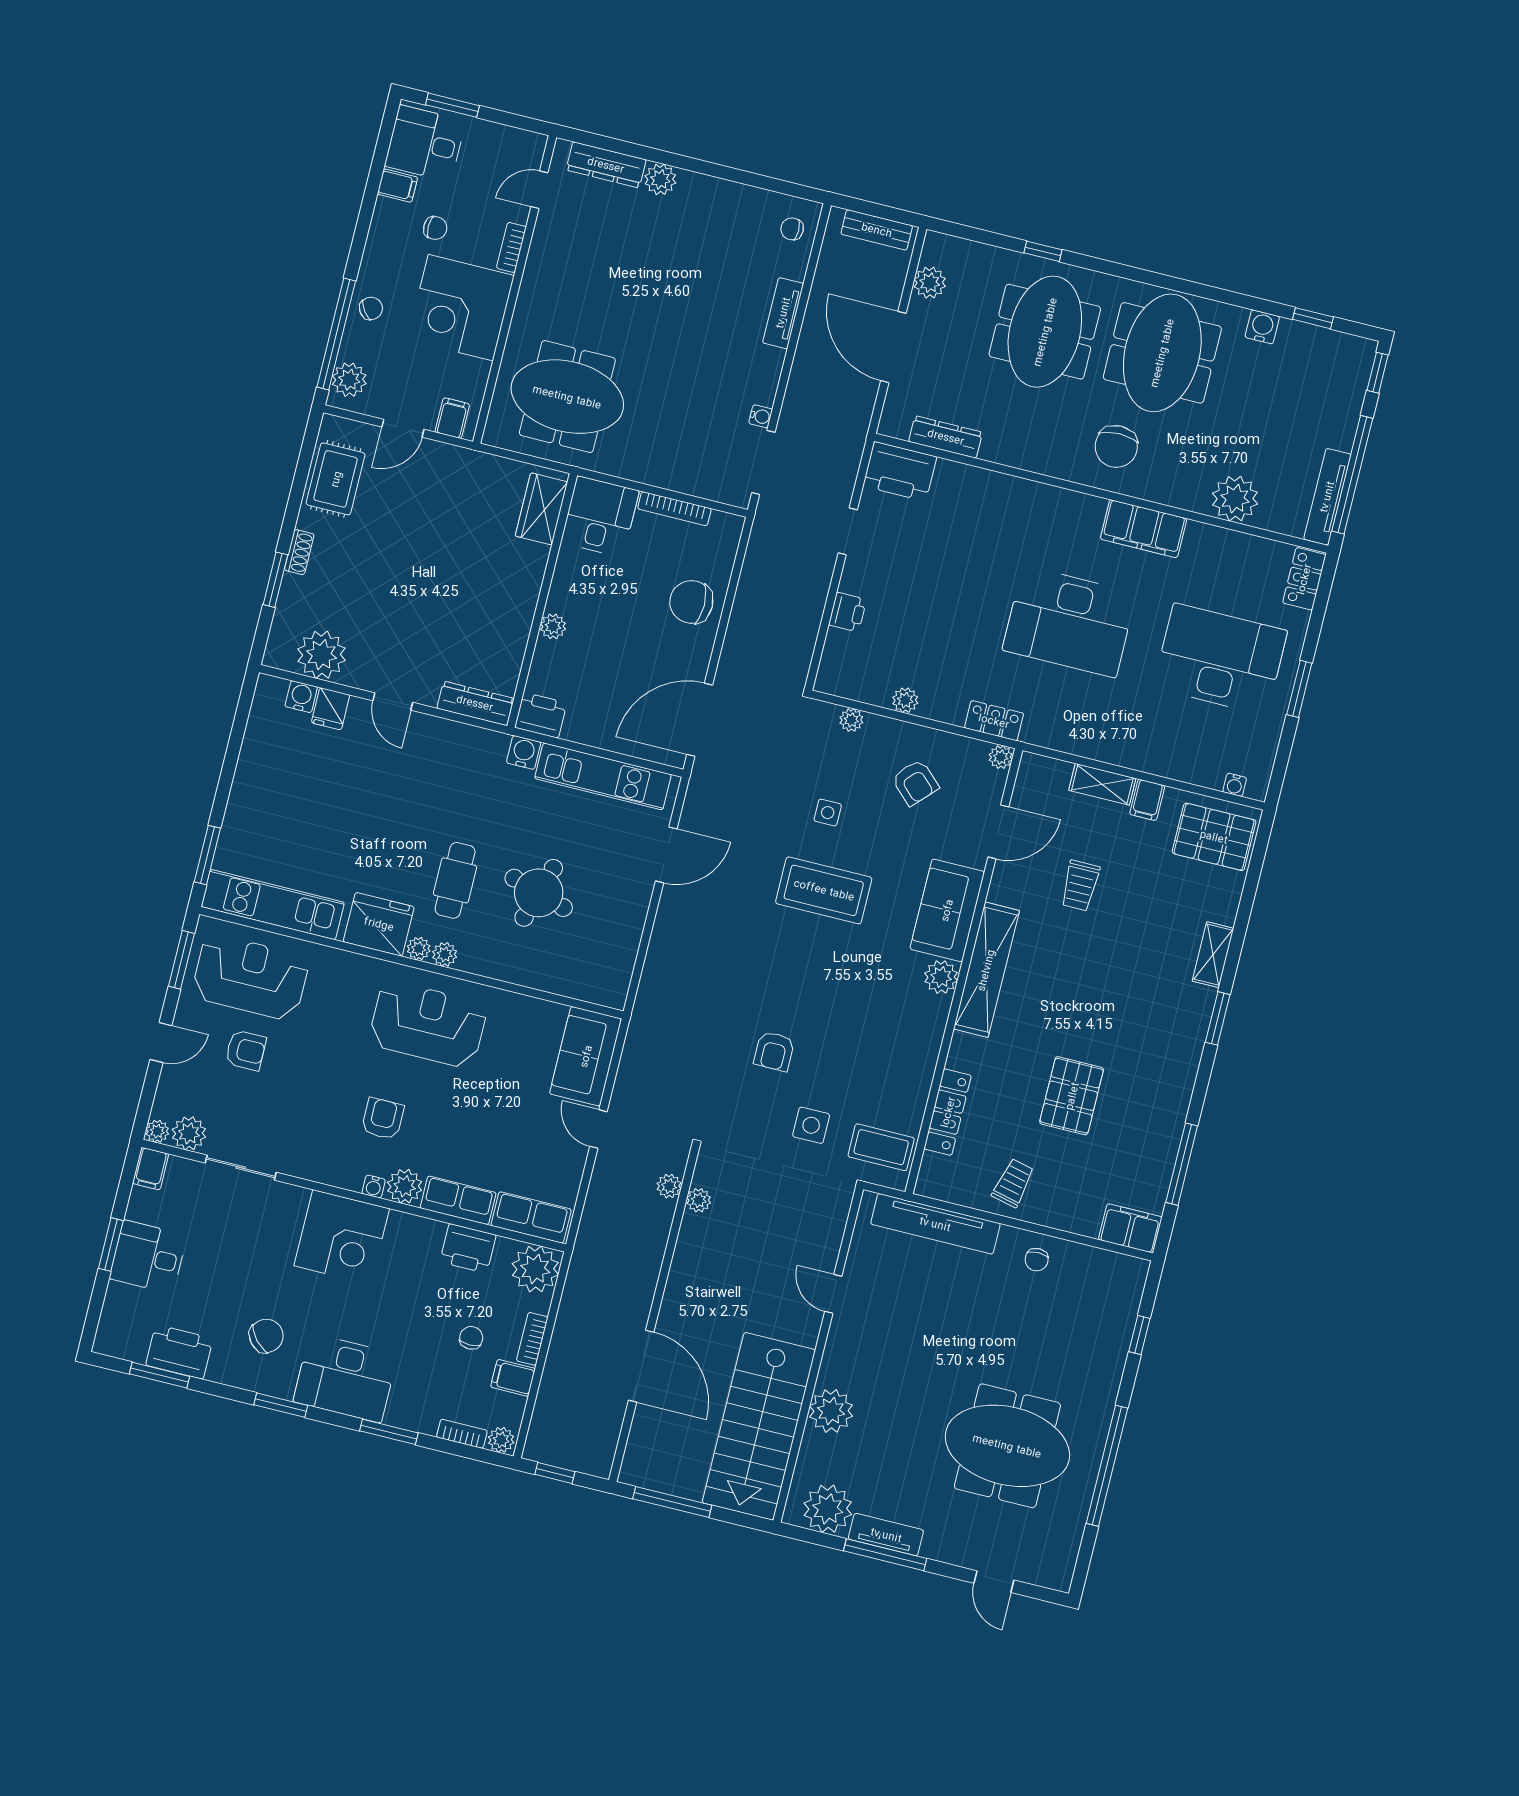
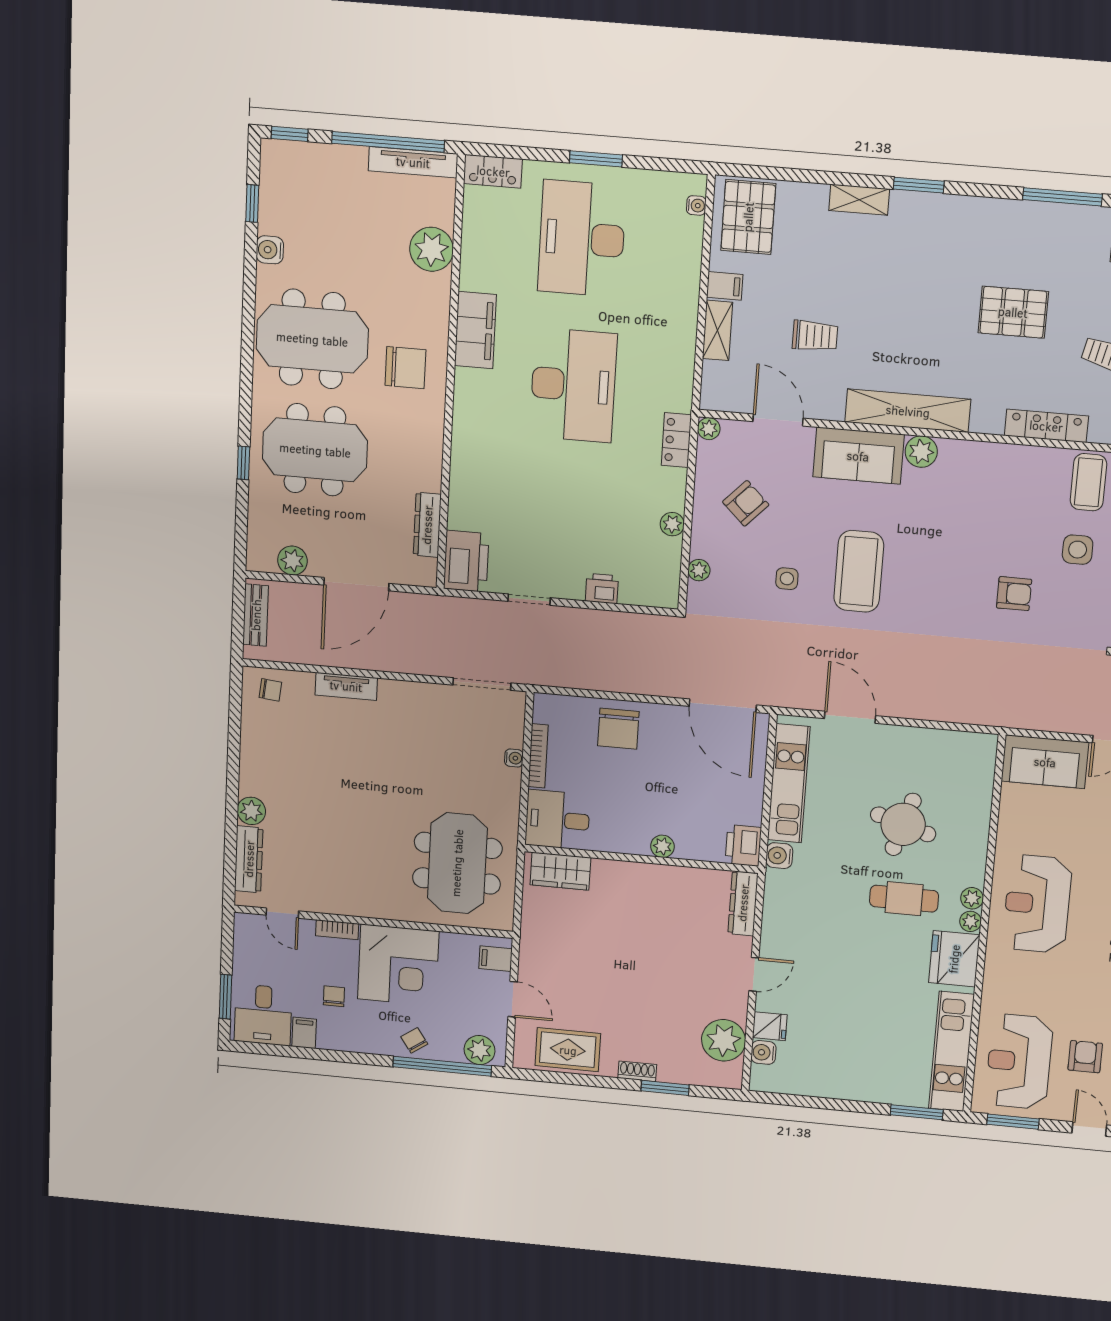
chair: (792, 229) -> (270, 690), turned -84
water cooler: (761, 416) -> (514, 758), moved, turned 90

